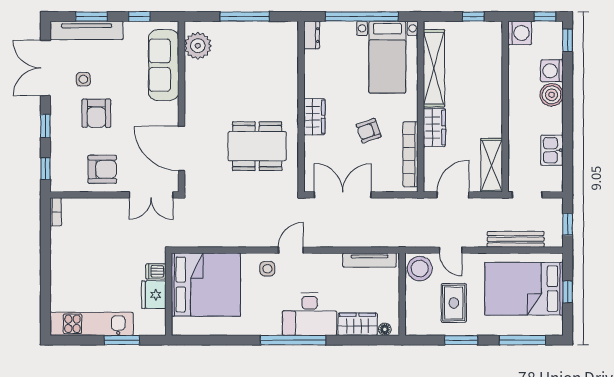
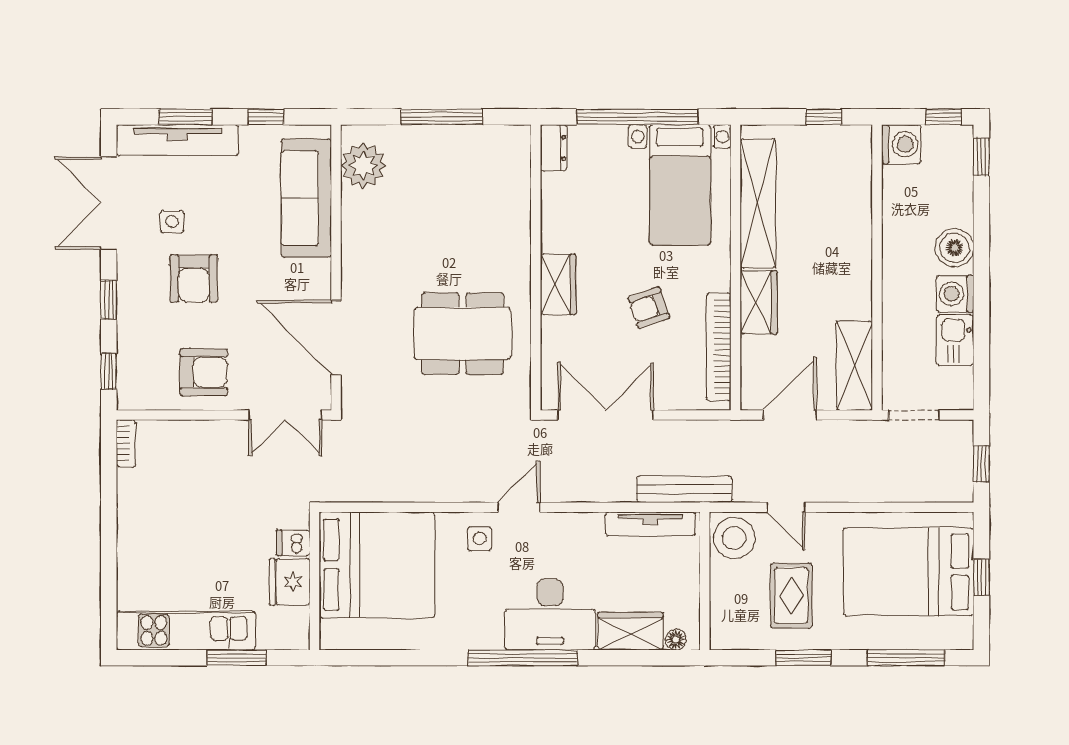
washing machine: (552, 71) -> (955, 294), moved
bench: (516, 239) -> (685, 489), moved

